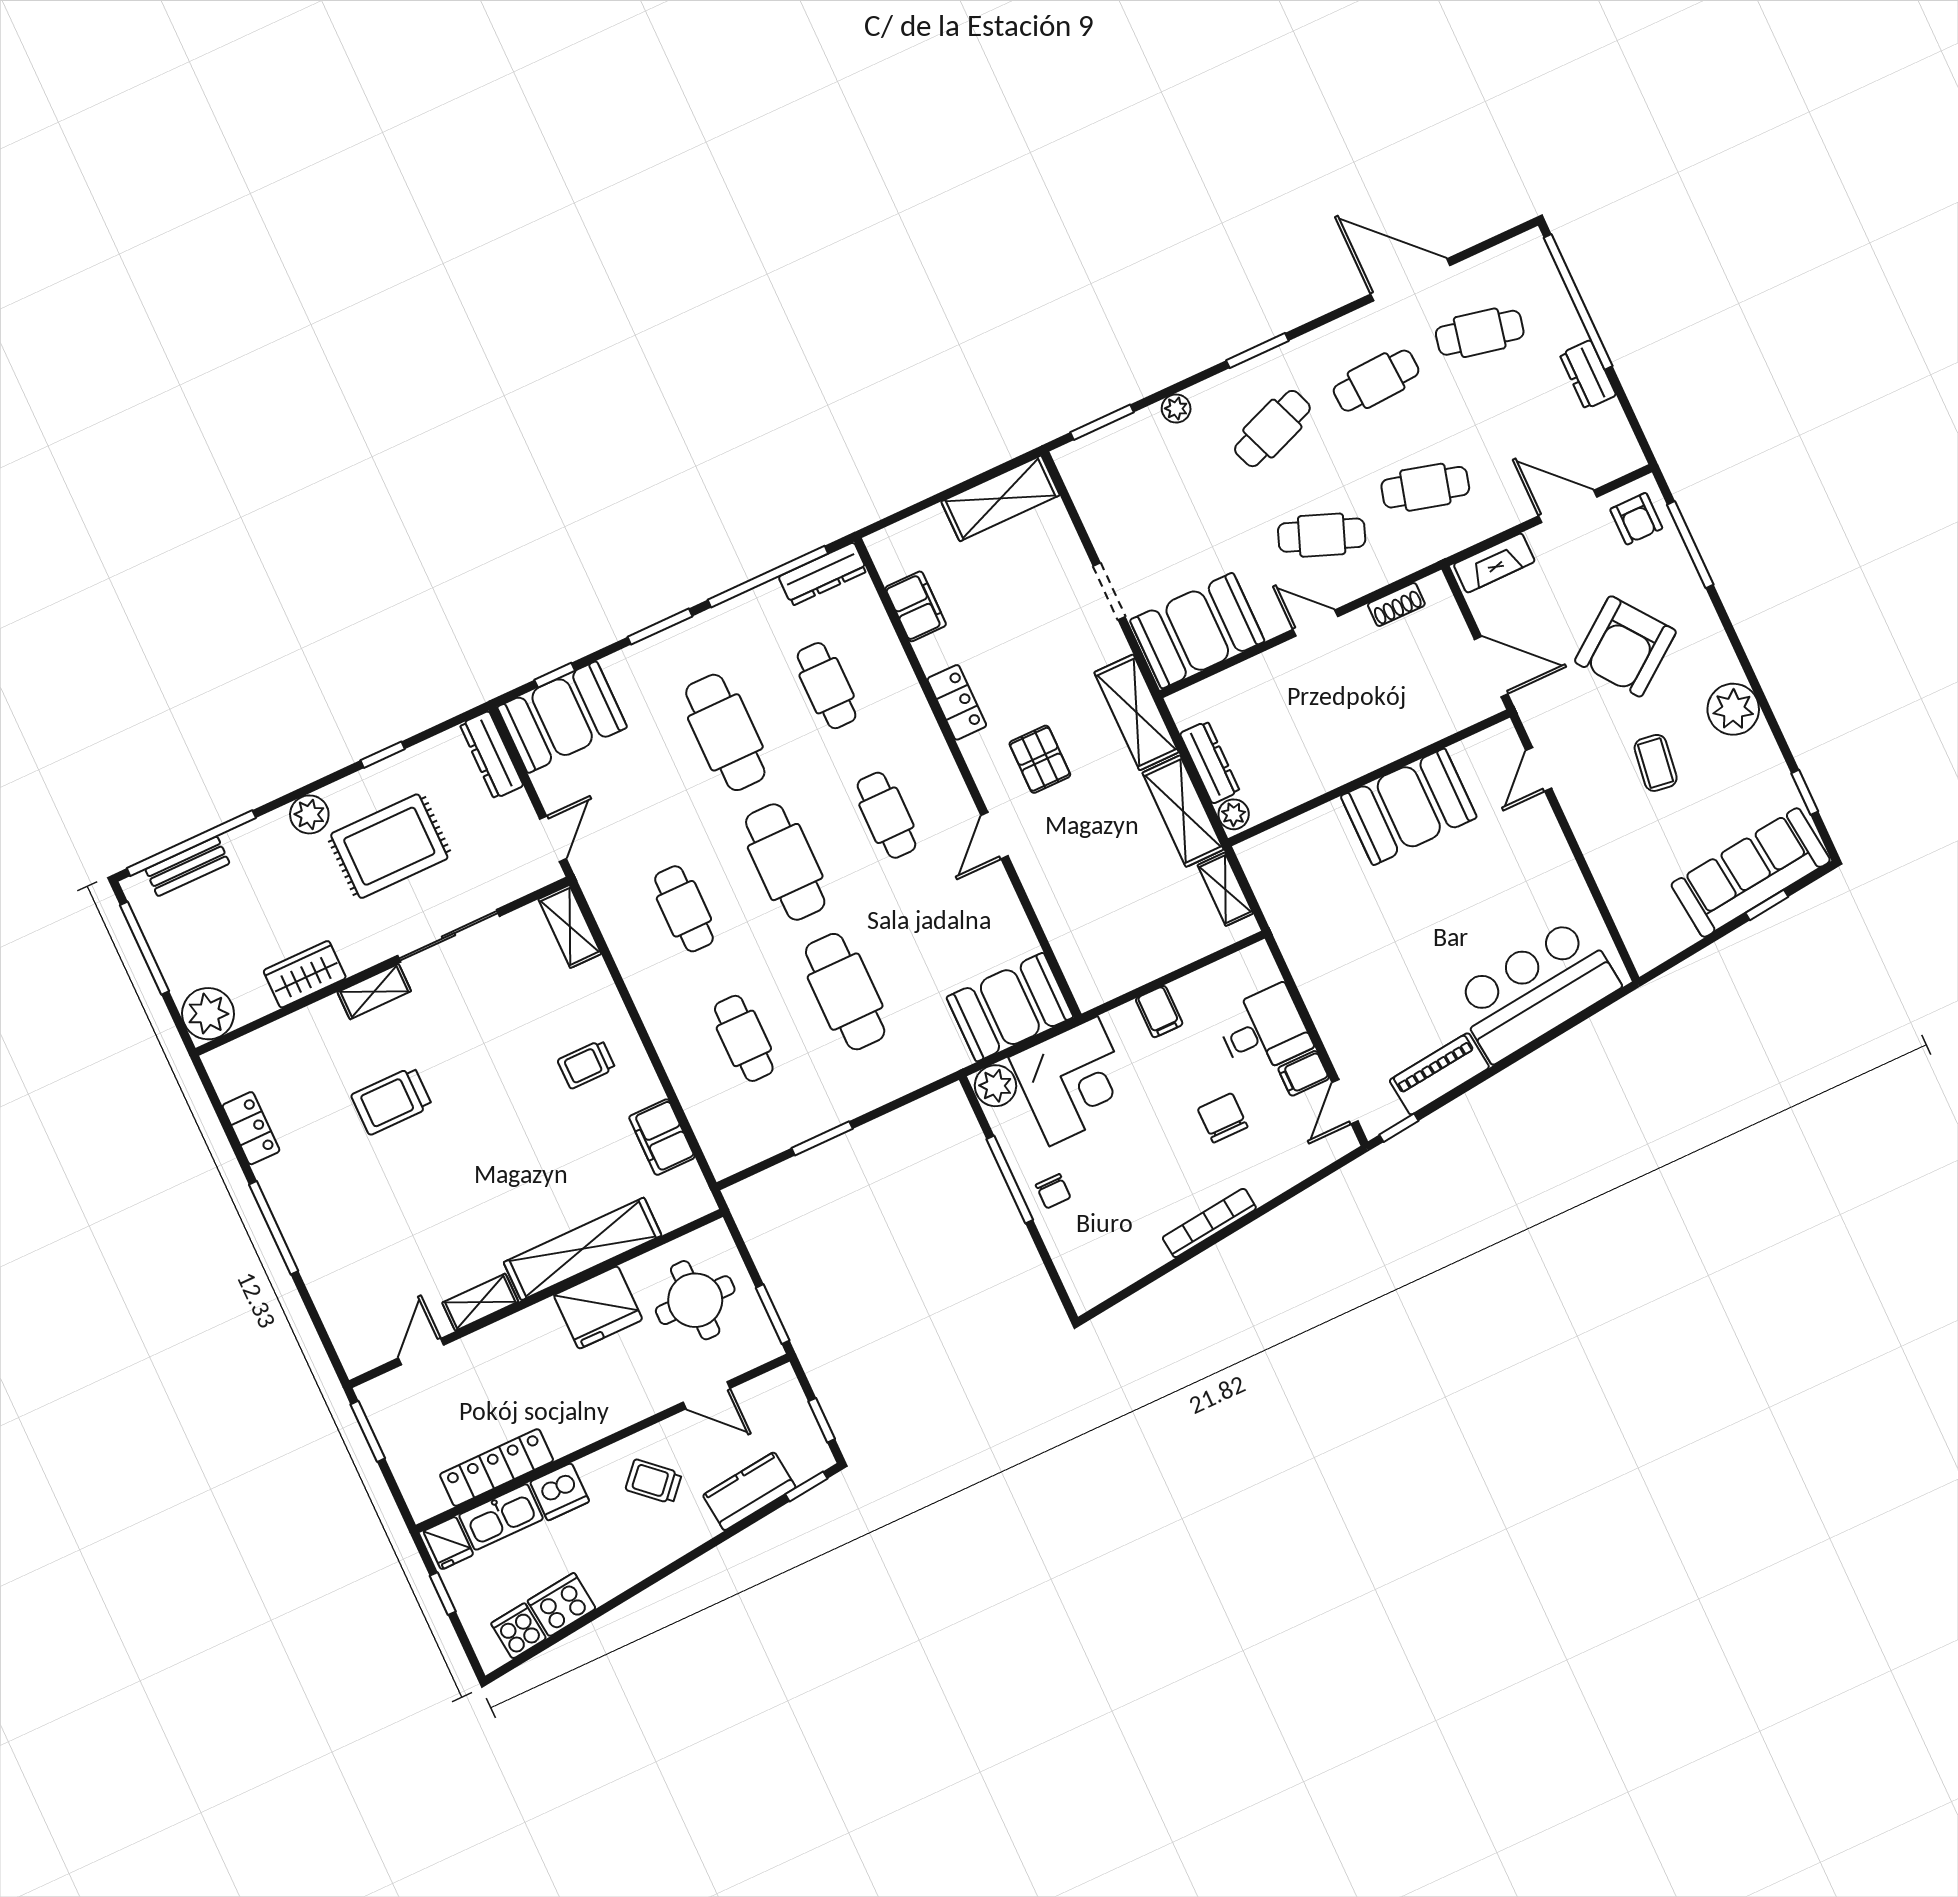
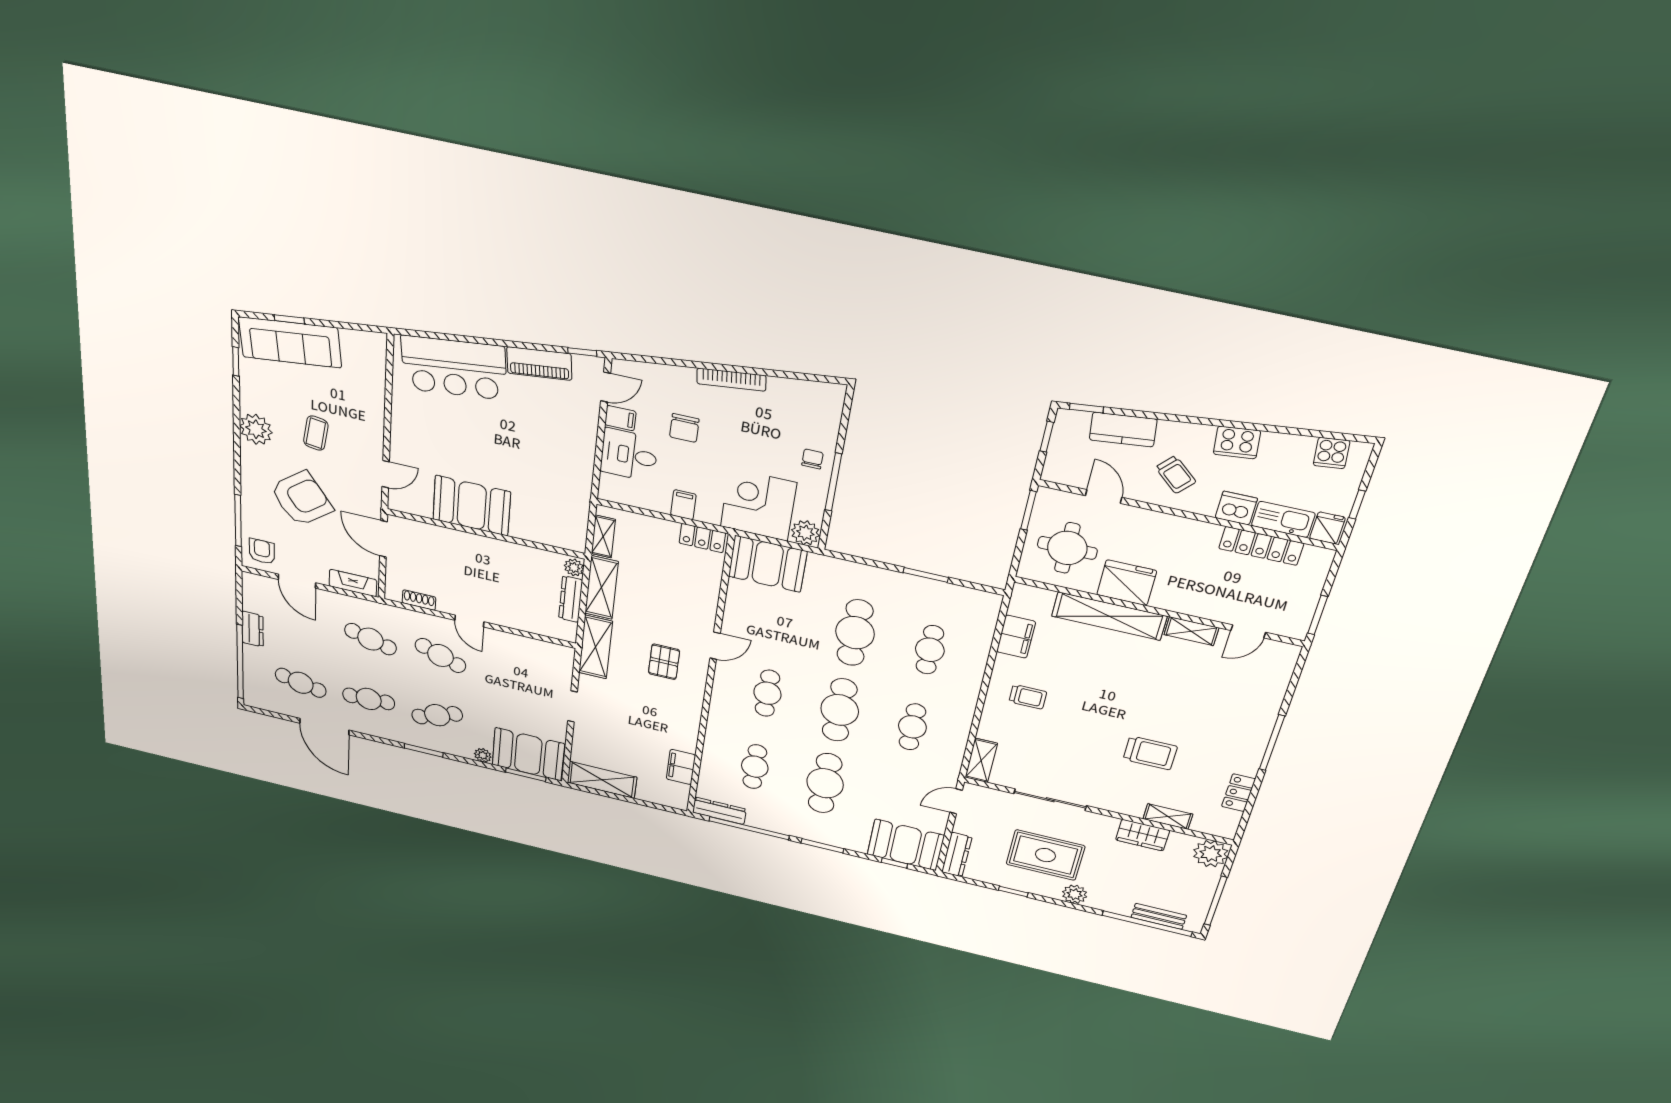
booth: (1197, 631) -> (528, 754), moved
locker: (957, 702) -> (702, 538), moved, turned -90
shelving: (374, 992) -> (1168, 817), moved
cooker: (562, 1605) -> (1237, 442), moved

